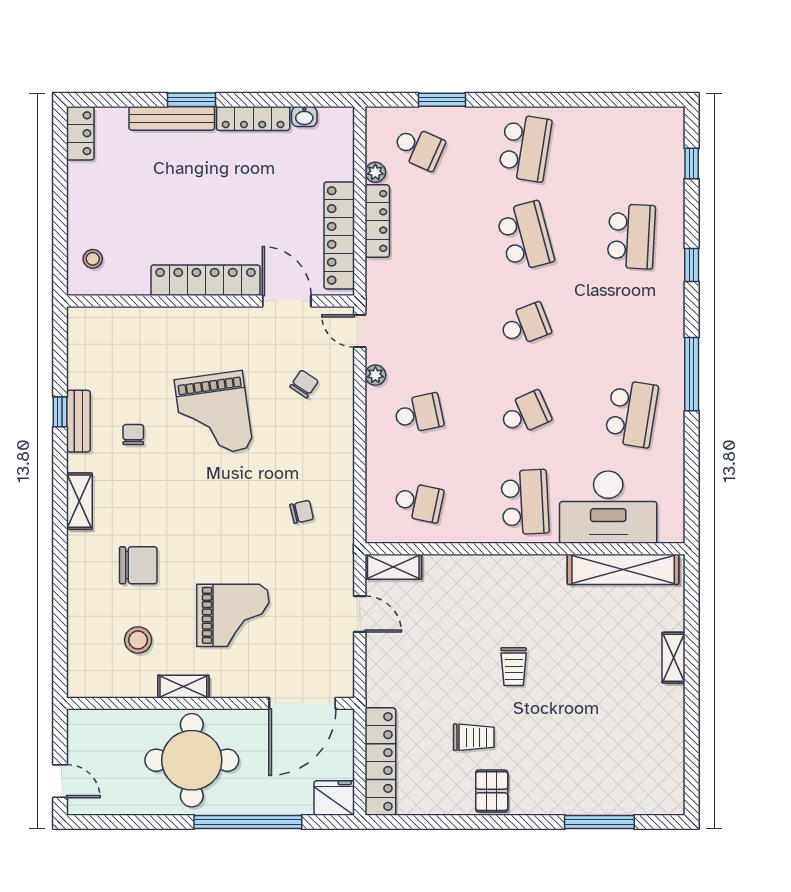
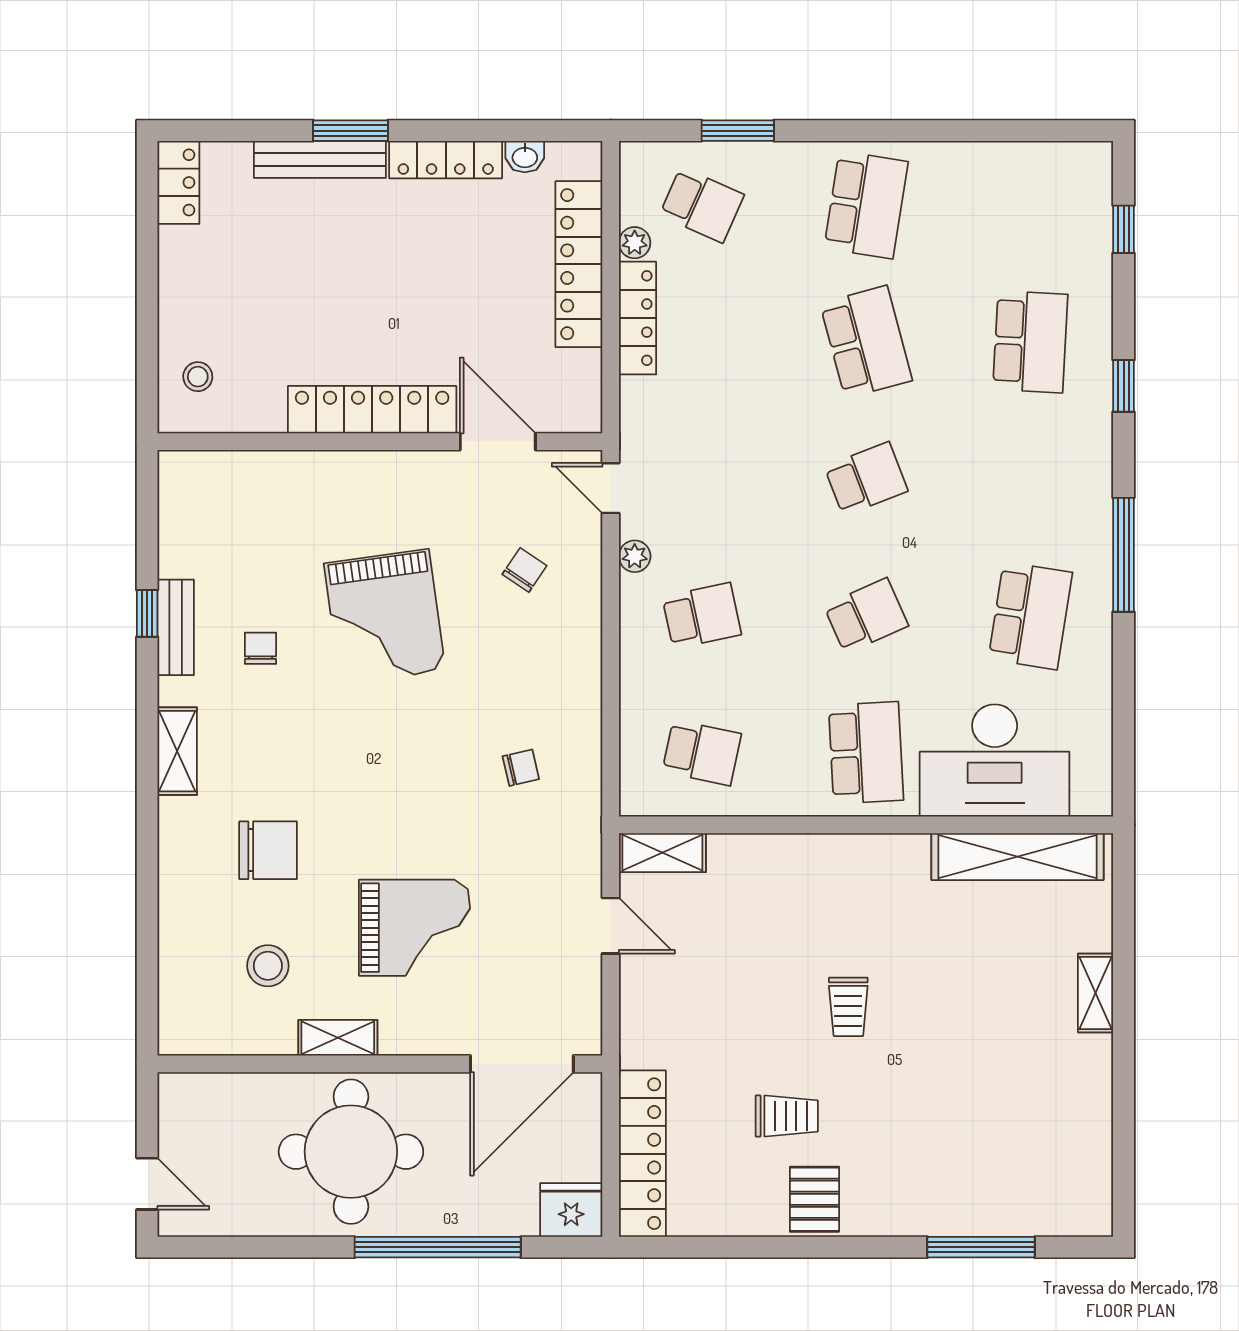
locker: (339, 235) -> (579, 264), moved

